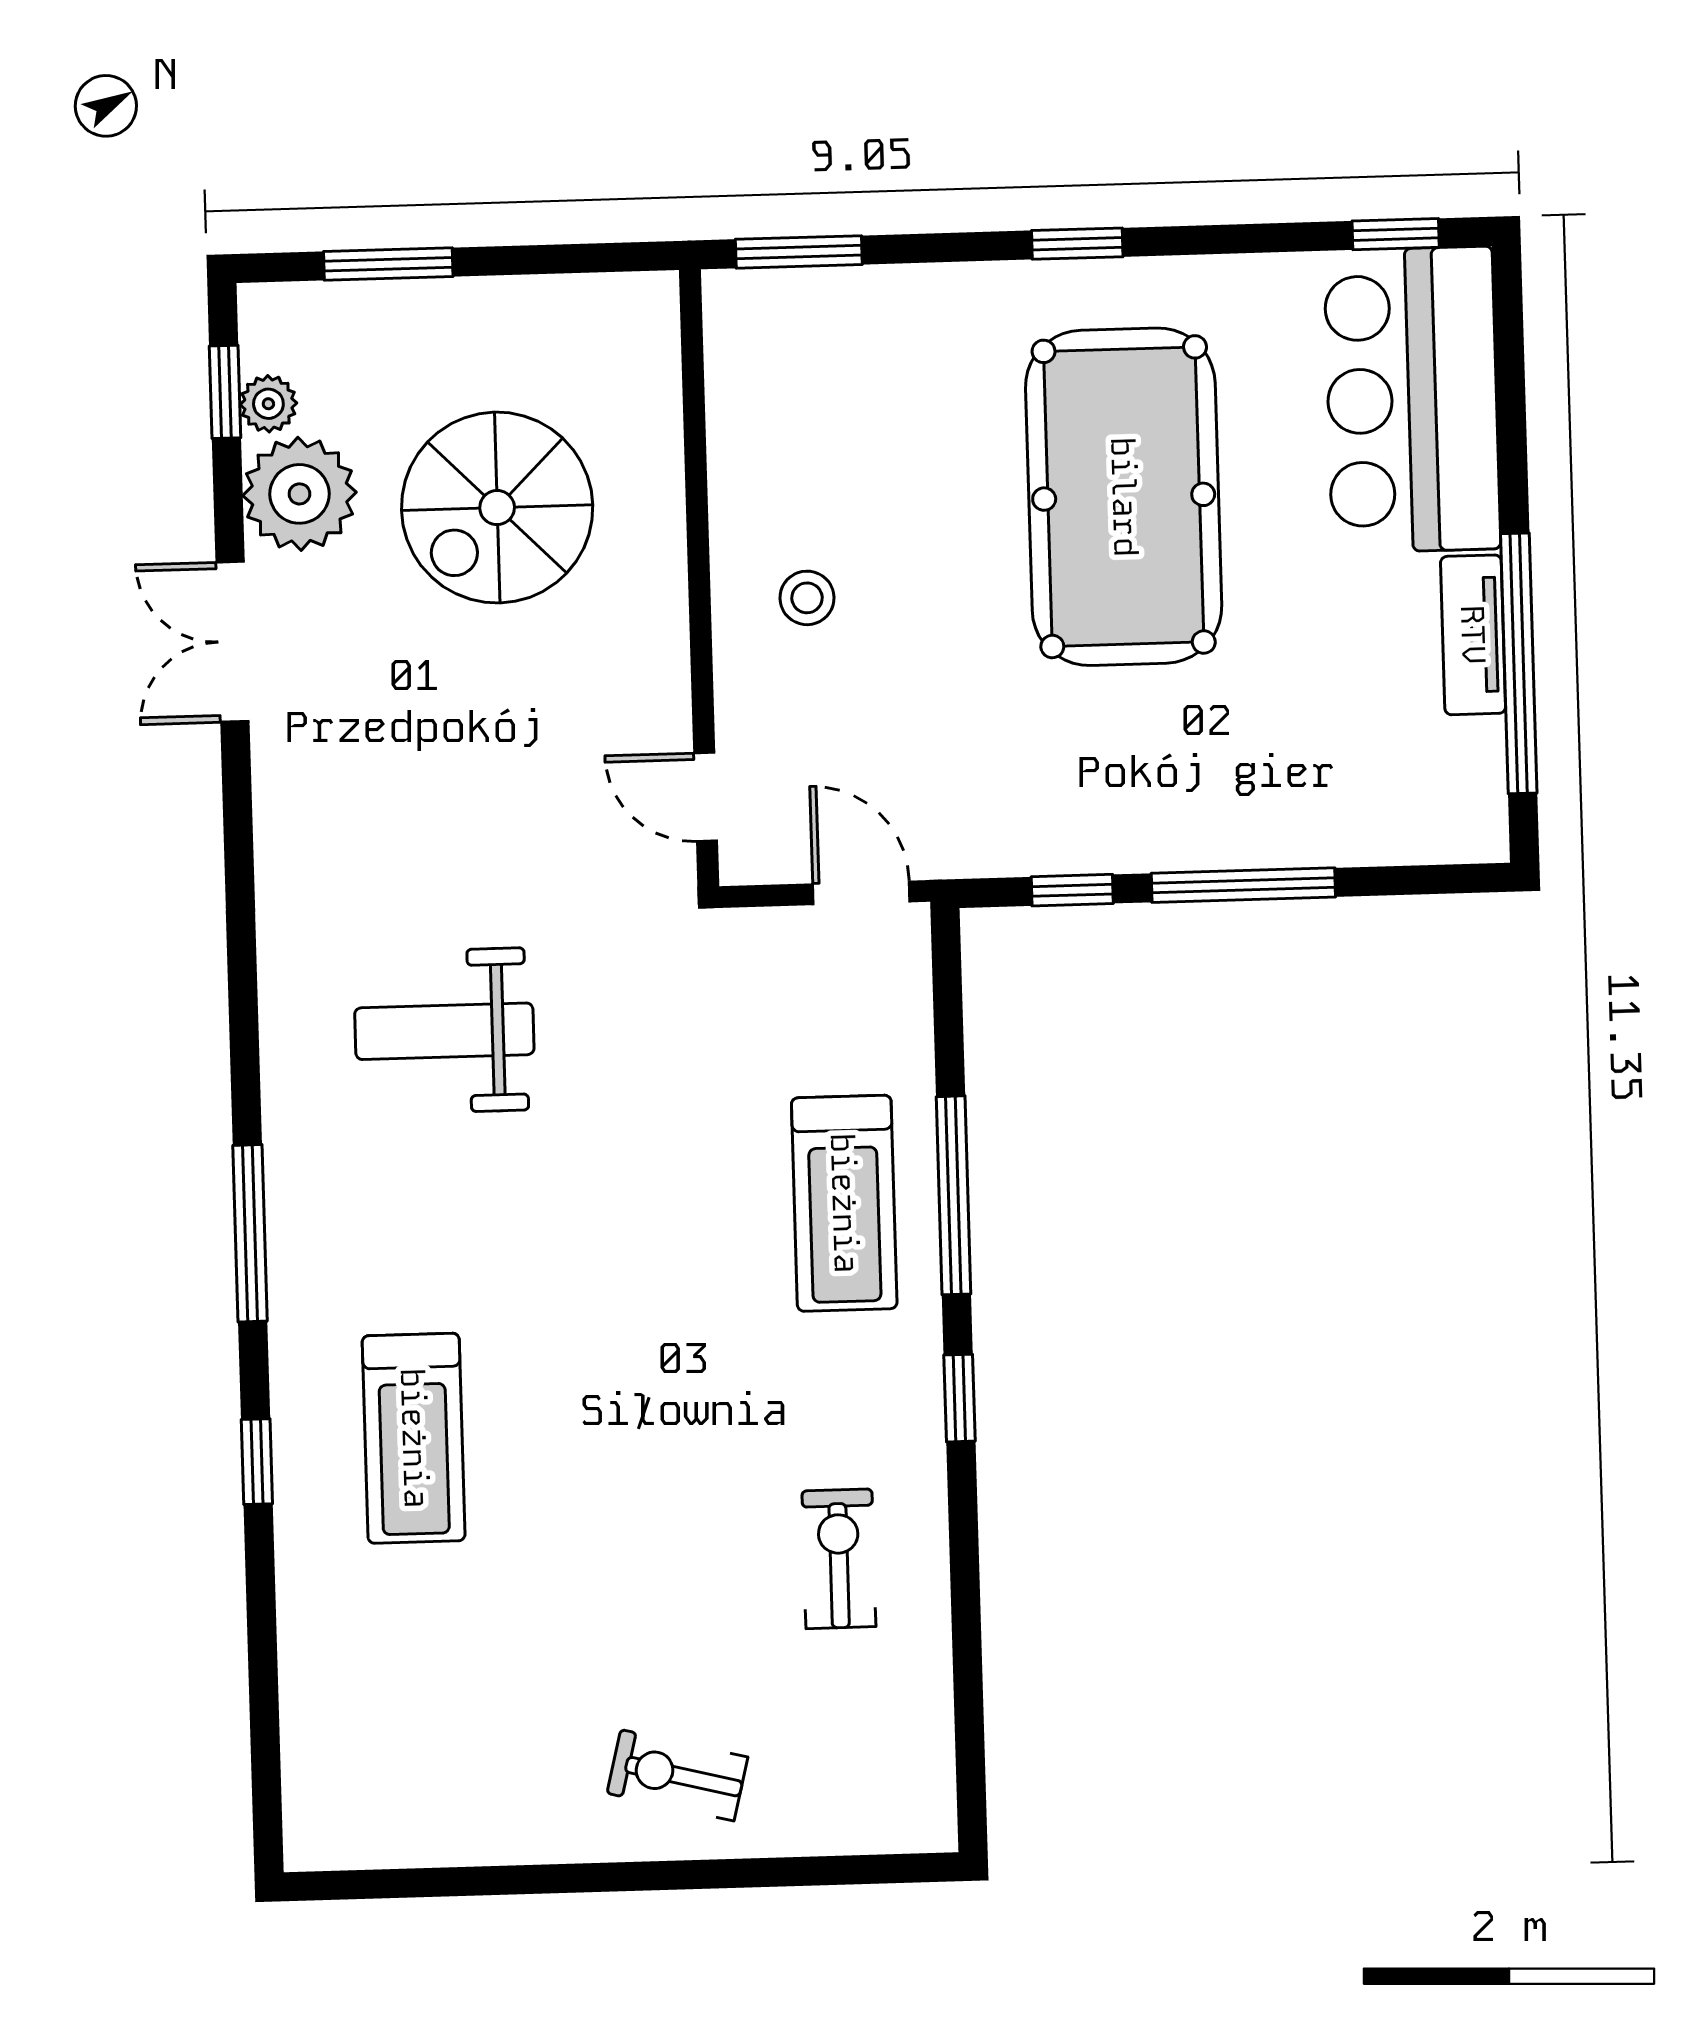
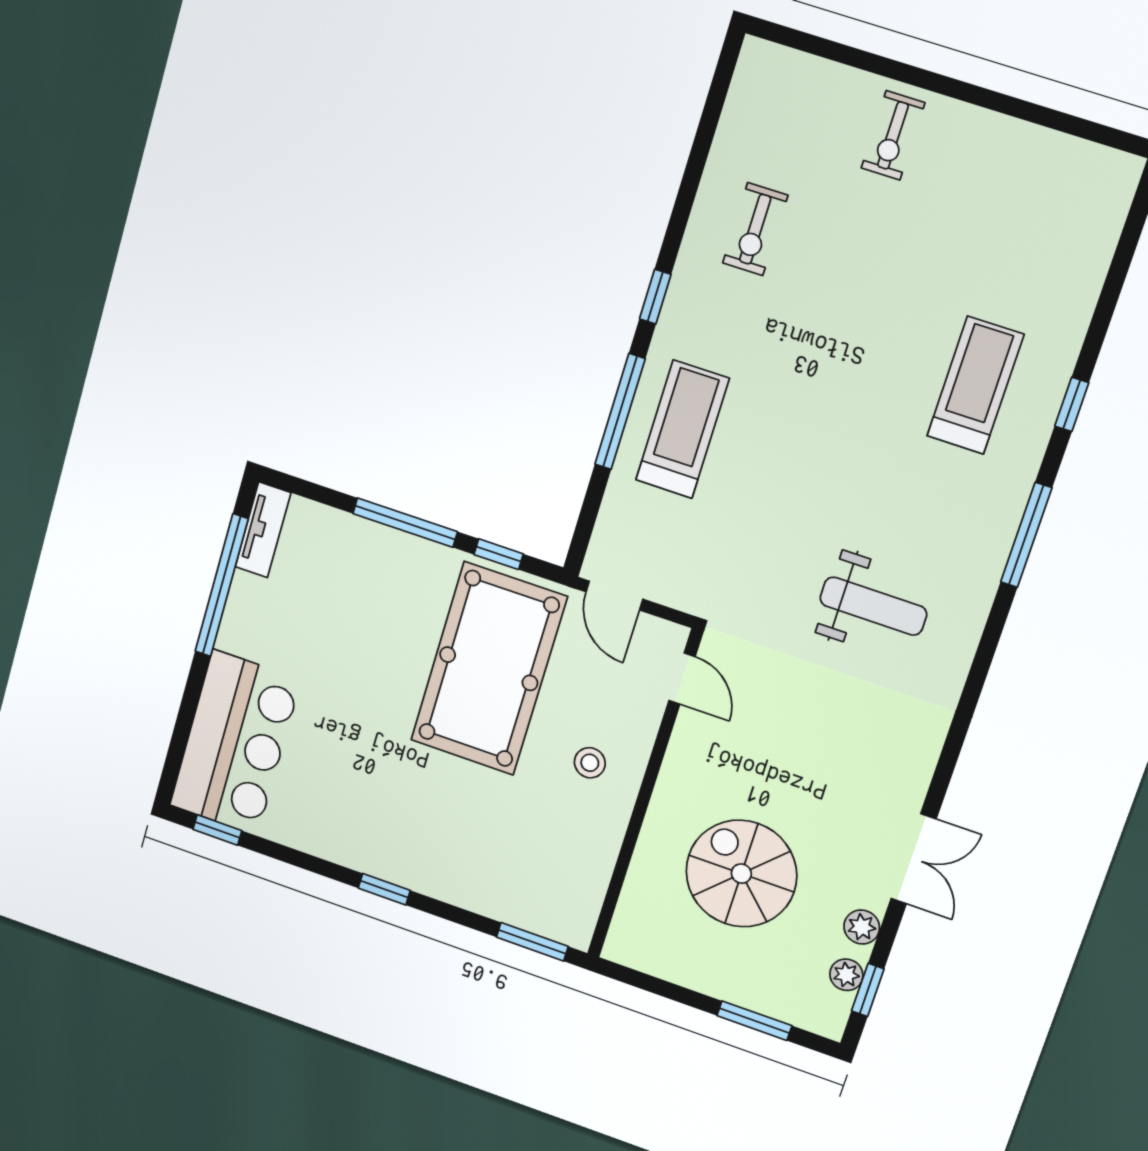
plant: (299, 494) -> (862, 927), width x0.53, depth x0.53
pool table: (1124, 497) -> (489, 669), moved
spiral stairs: (497, 508) -> (741, 874), turned -90
tv unit: (1473, 635) -> (263, 530), moved
exercise bike: (677, 1775) -> (893, 135), turned 76

